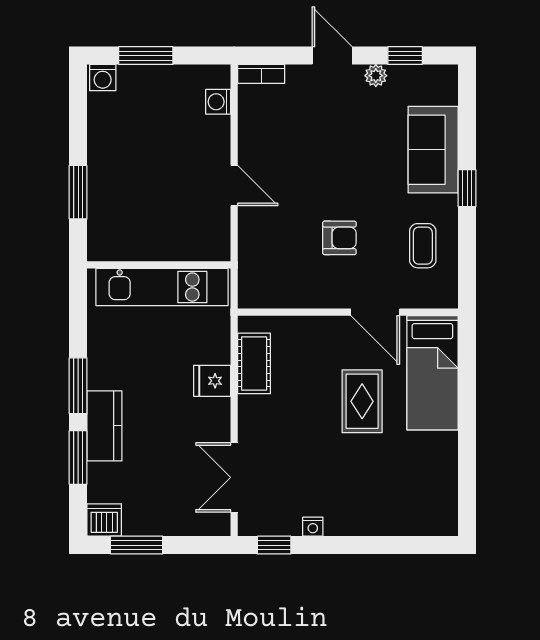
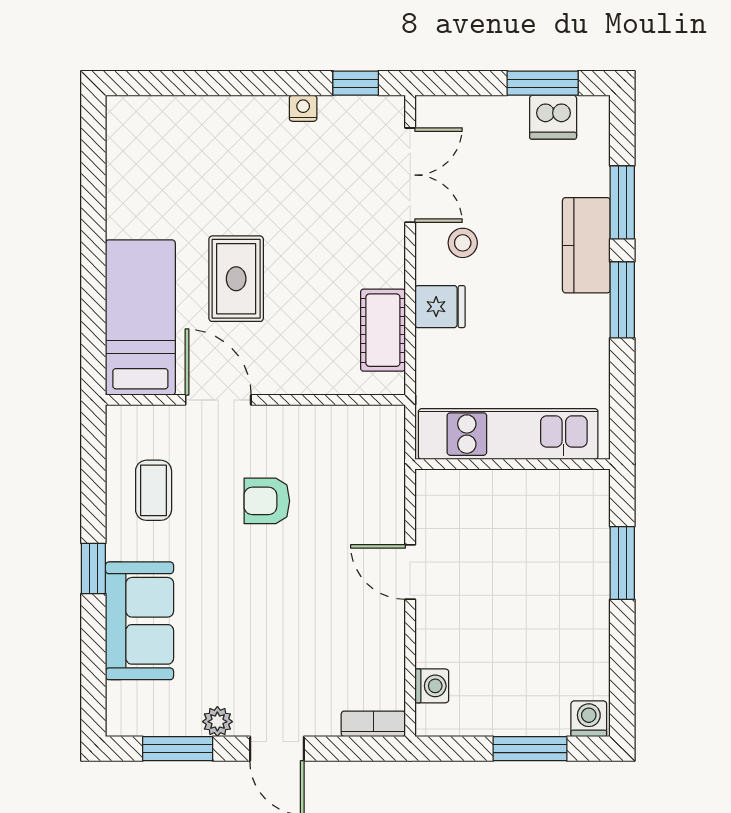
window: (405, 56) -> (178, 749), width x1.50
stool: (195, 428) -> (463, 243), added
dishwasher: (104, 520) -> (553, 117), moved

